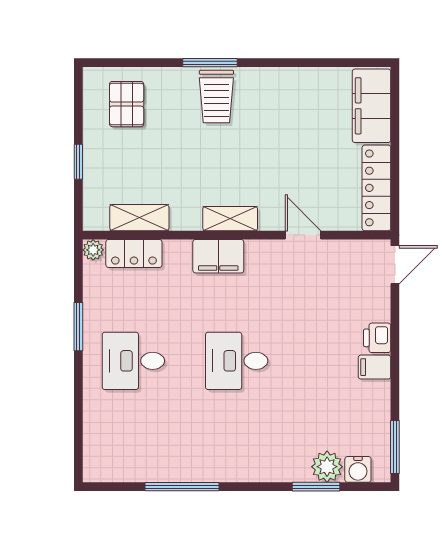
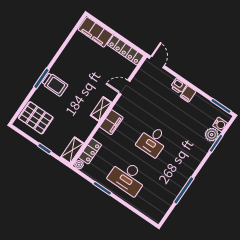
pallet: (127, 104) -> (36, 118), width x1.50, depth x1.42
shelving: (139, 218) -> (72, 150), moved
desk: (133, 361) -> (128, 177), width x1.37

